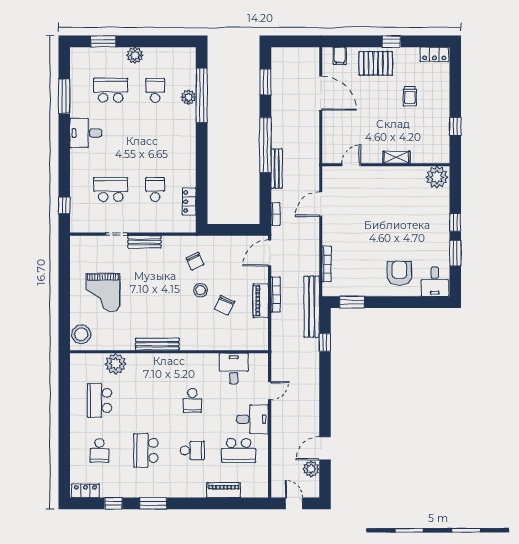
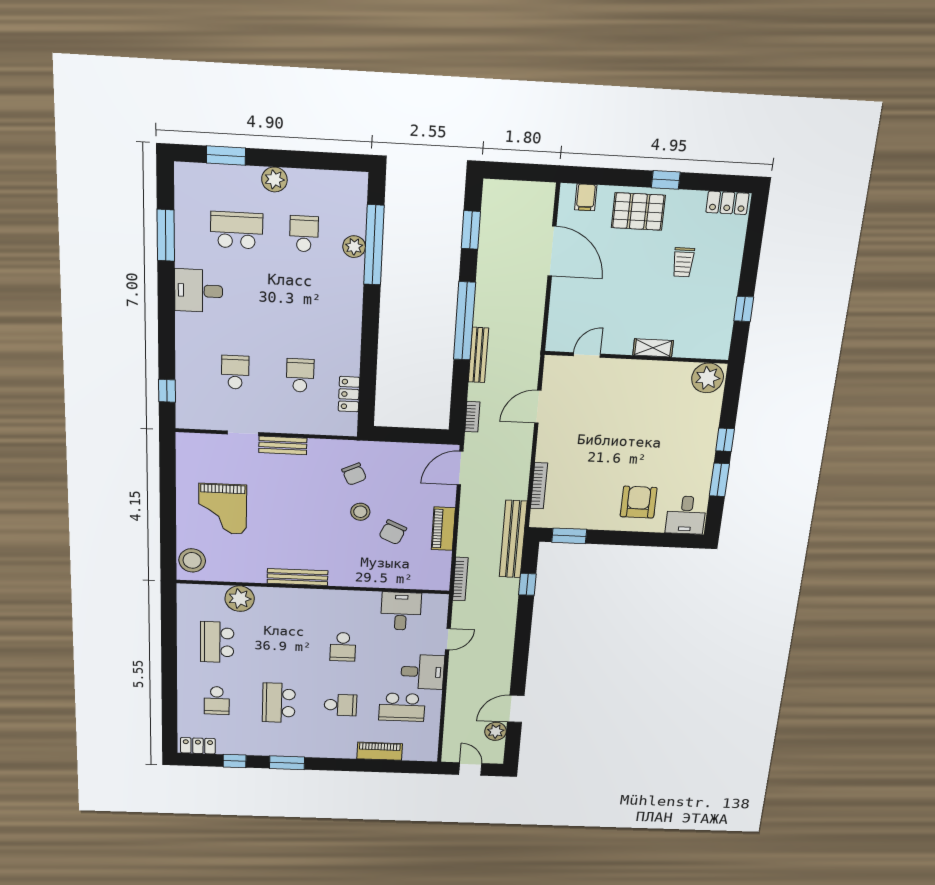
school desk: (111, 189) -> (235, 372), width x0.54
bookcase: (276, 295) -> (460, 579), moved

